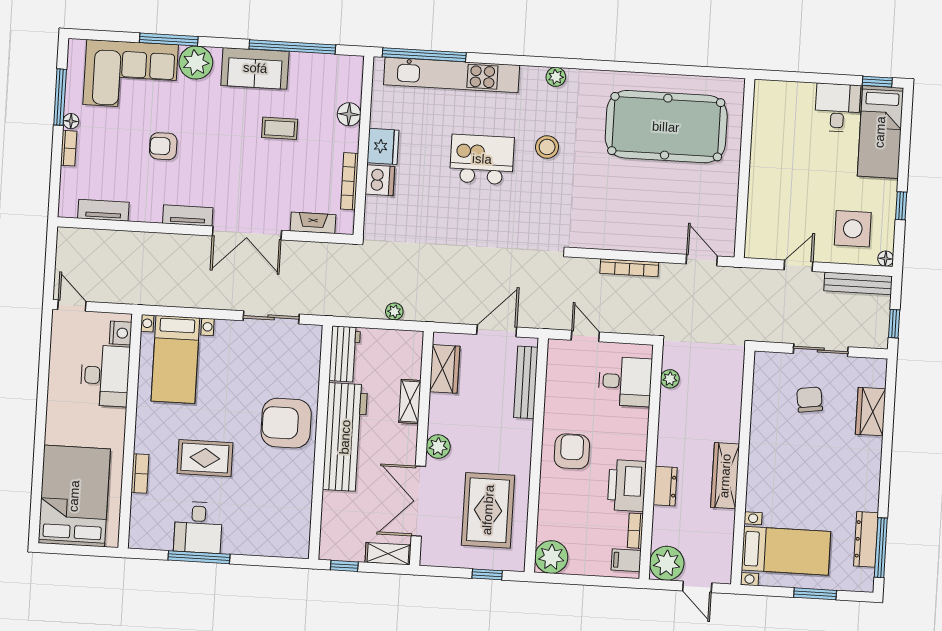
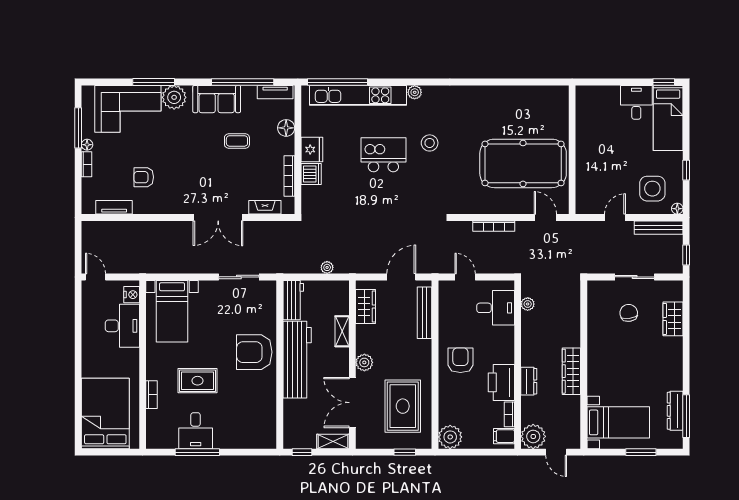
plant: (556, 77) -> (415, 92), moved
pool table: (666, 127) -> (523, 163), moved
armchair: (163, 146) -> (144, 177), moved
tv unit: (188, 215) -> (275, 92), moved, turned 180

